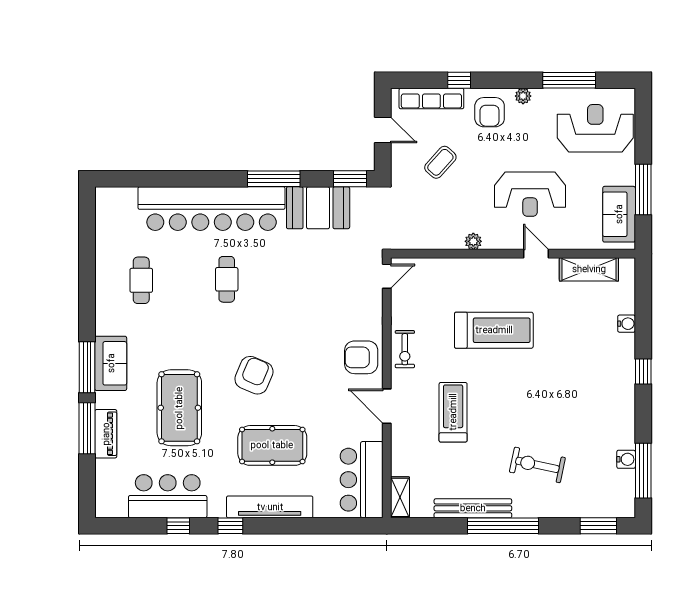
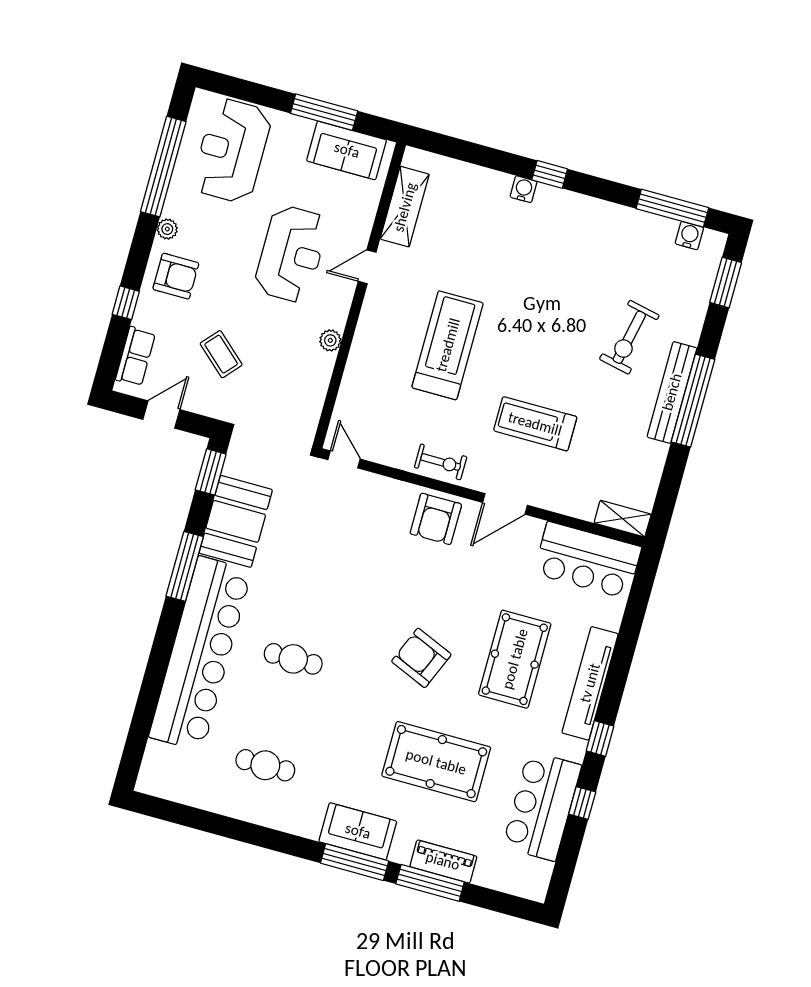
window: (569, 80) -> (163, 167), width x1.46
row of seats: (431, 98) -> (135, 356), width x0.68
water cooler: (627, 324) -> (523, 189), moved
water cooler: (626, 459) -> (689, 236), moved
bench: (473, 508) -> (672, 392), moved

